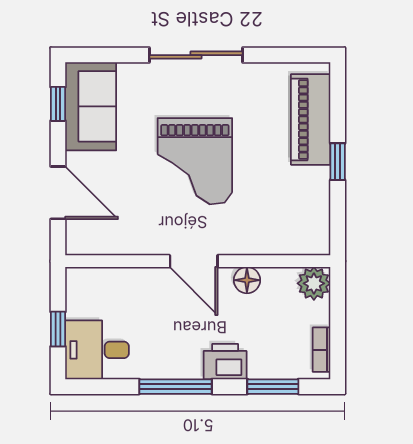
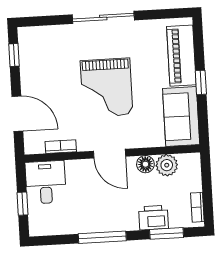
sofa: (91, 106) -> (181, 117), moved, turned 180
bookcase: (121, 246) -> (61, 147), added
plant: (314, 283) -> (167, 165), moved
desk: (97, 350) -> (46, 182), moved, turned 90
printer: (225, 362) -> (154, 218), moved

